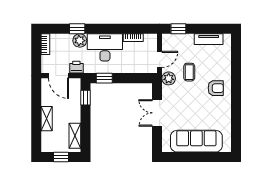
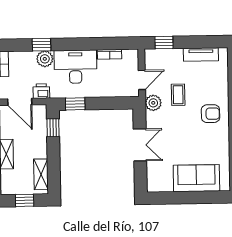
double door: (157, 113) -> (140, 145), swing flipped
sofa: (196, 141) -> (196, 178), width x0.73

